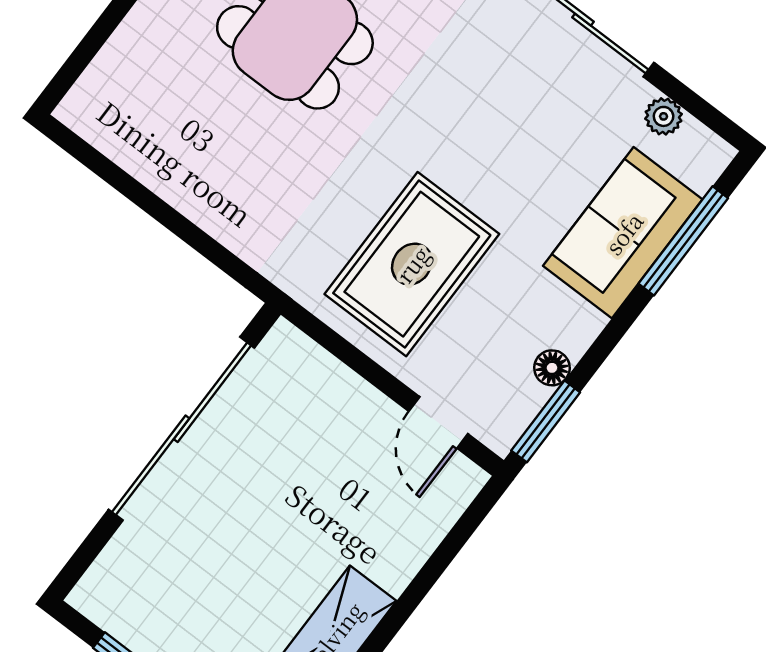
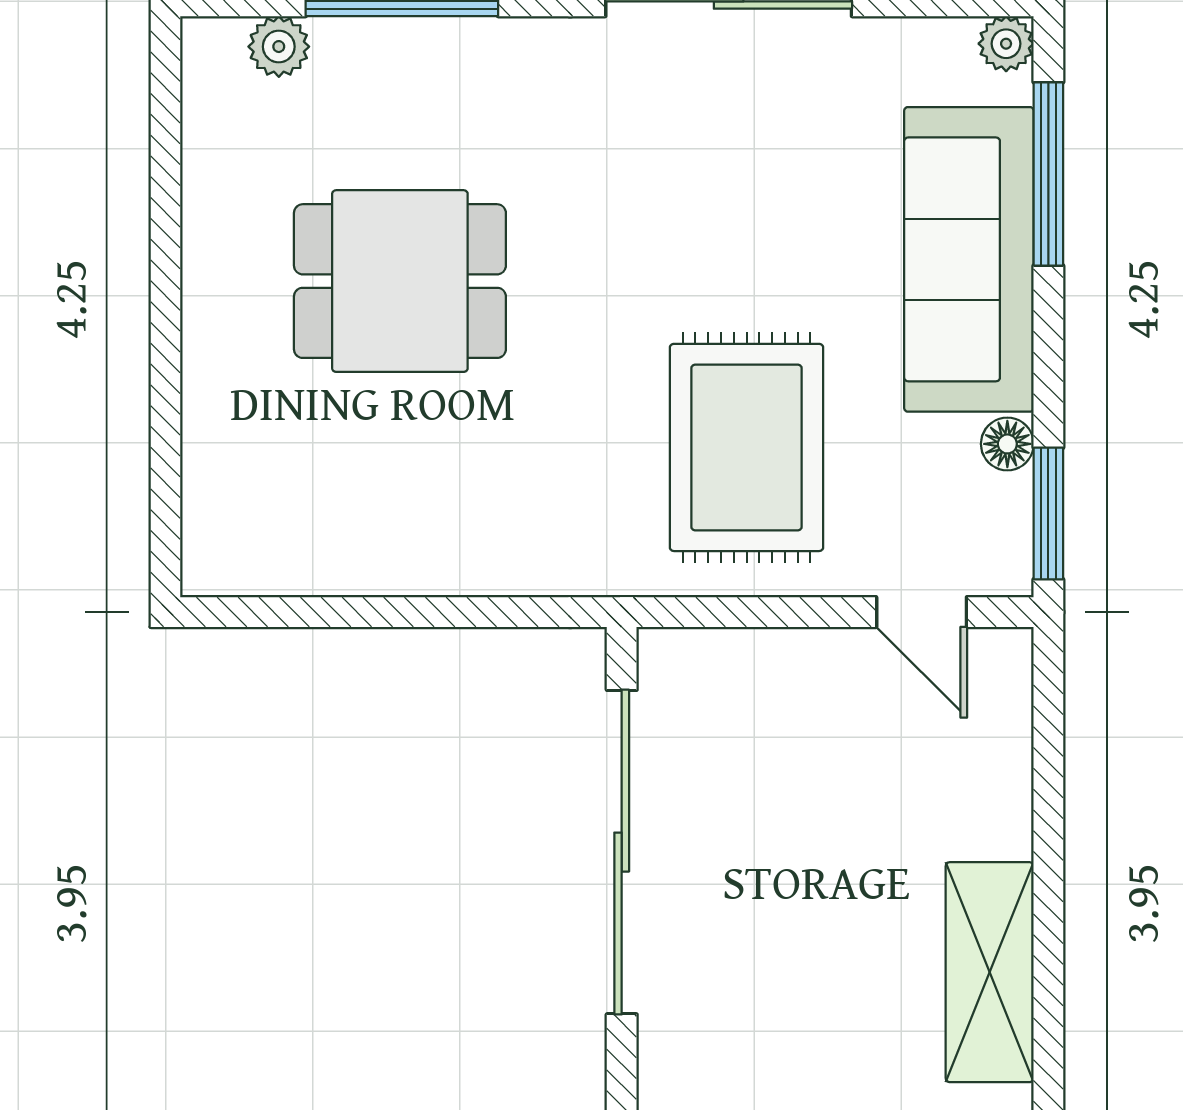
plant: (664, 116) -> (1006, 44), moved
sofa: (623, 233) -> (969, 259), width x1.36

